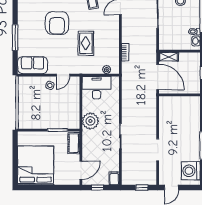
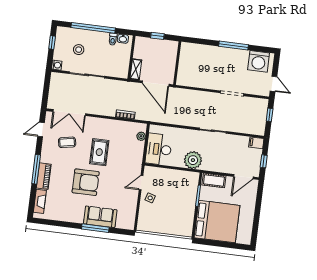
rug: (86, 43) -> (99, 152), moved, turned 90
sofa: (33, 65) -> (100, 217), moved, turned 90
door: (63, 75) -> (141, 183), swing flipped
door: (158, 77) -> (156, 84), swing flipped
bed: (36, 165) -> (217, 222), moved, turned 180
door: (81, 170) -> (243, 177), swing flipped

